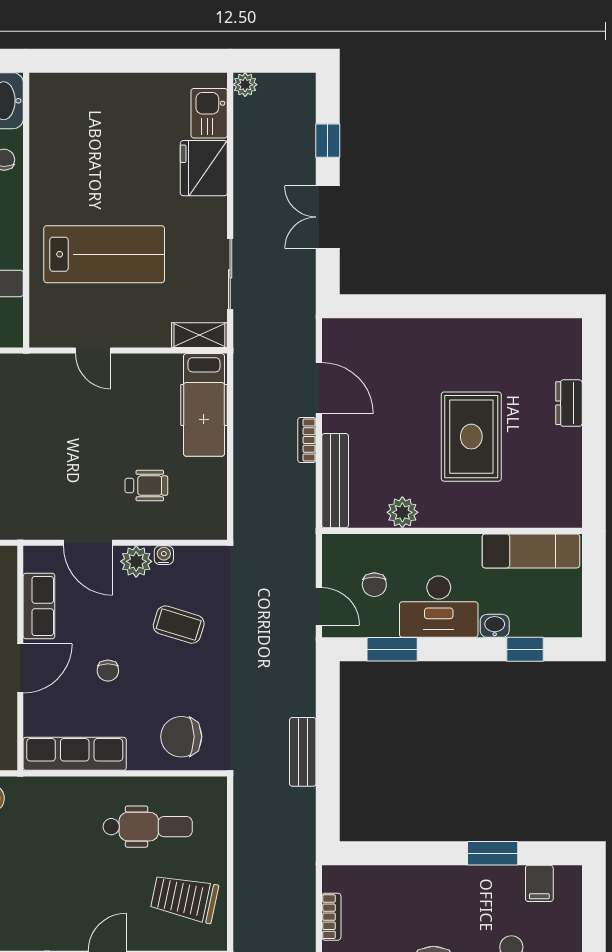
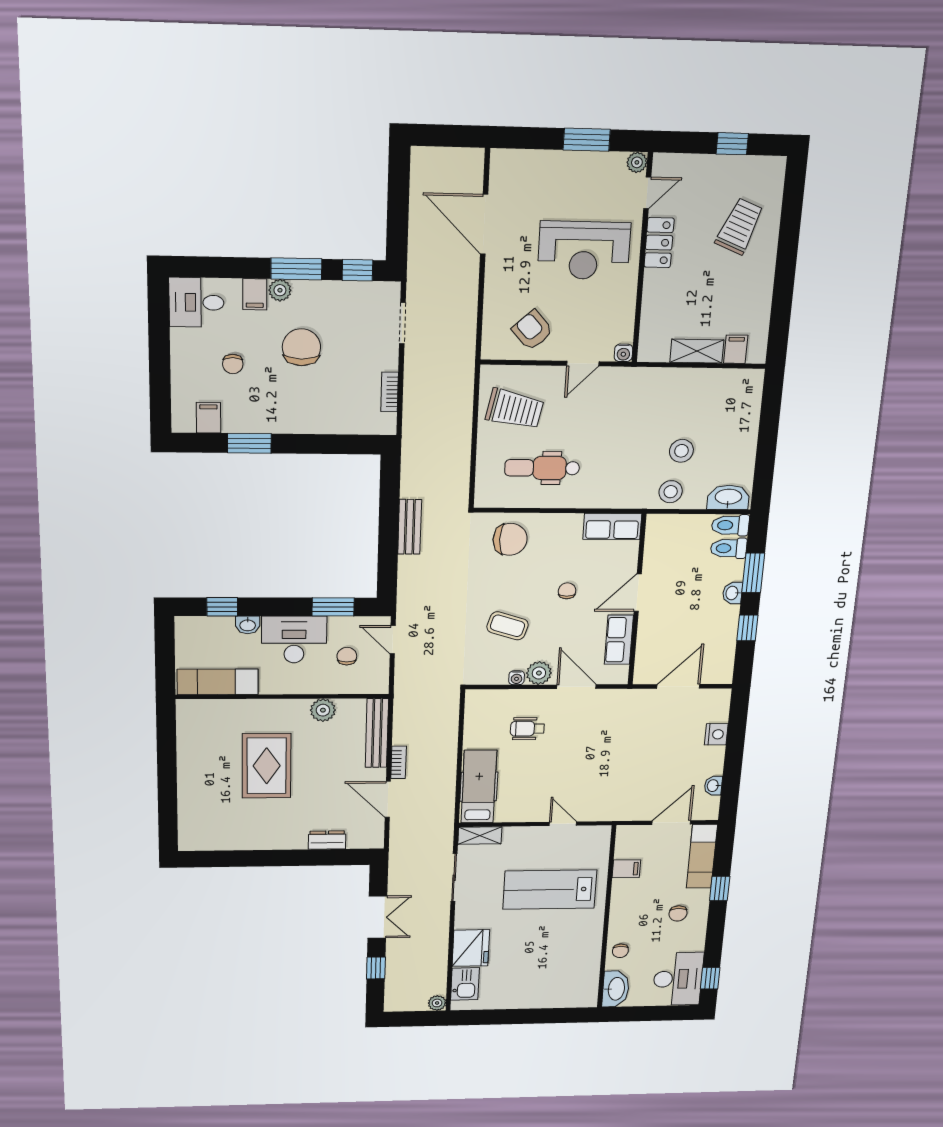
dresser: (569, 403) -> (327, 840), moved, turned -90
row of seats: (75, 754) -> (612, 526), width x0.68

